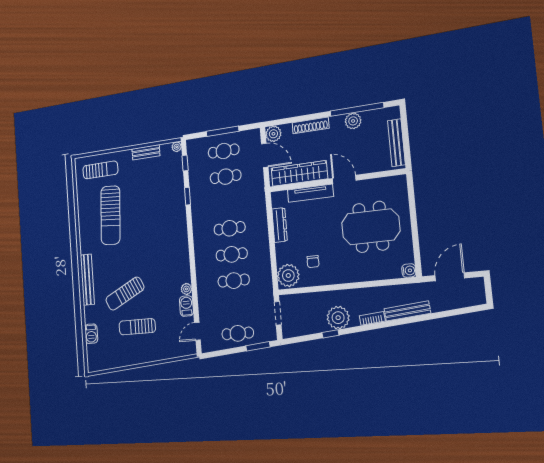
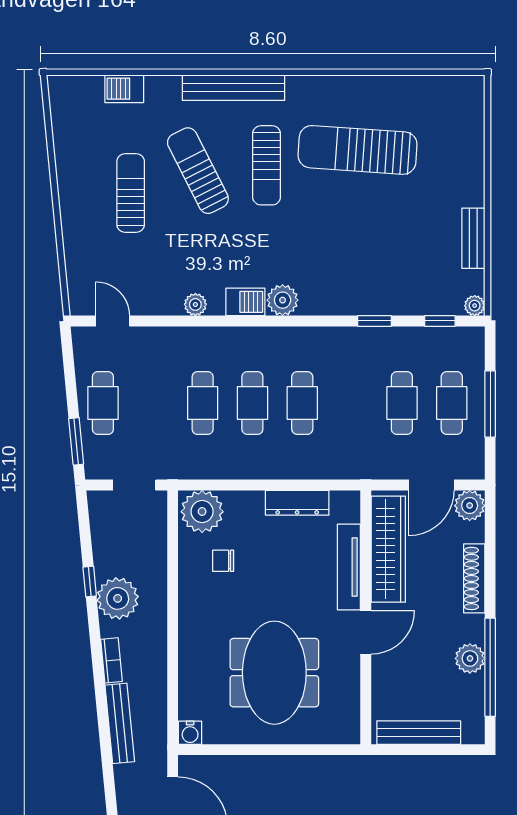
sun lounger: (100, 170) -> (267, 165), moved
plant: (181, 244) -> (283, 300), added
barbecue: (186, 306) -> (245, 302), moved

